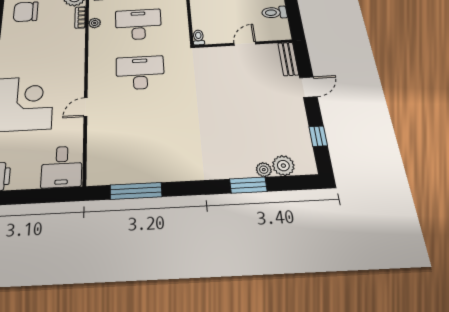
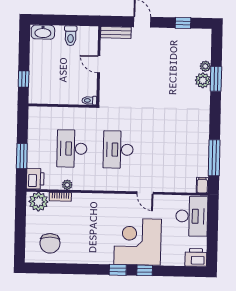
plant: (283, 166) -> (203, 80), moved
desk: (62, 167) -> (192, 216), width x1.37
filing cabinet: (97, 178) -> (202, 185), added

